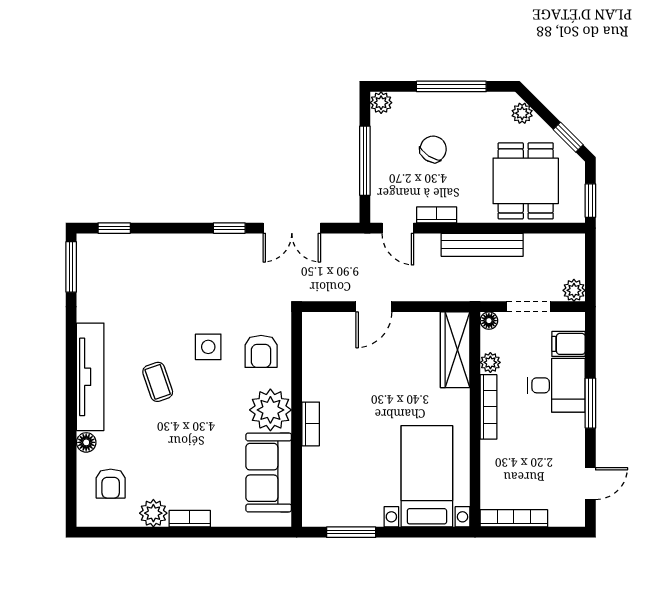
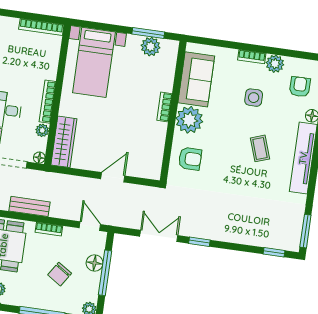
floor lamp: (383, 173) -> (95, 263), added
bookcase: (437, 215) -> (49, 229), moved
bench: (482, 245) -> (30, 206), width x0.73
side table: (208, 347) -> (254, 98), moved
armchair: (261, 351) -> (190, 159), turned 90
plant: (345, 512) -> (151, 47), added

